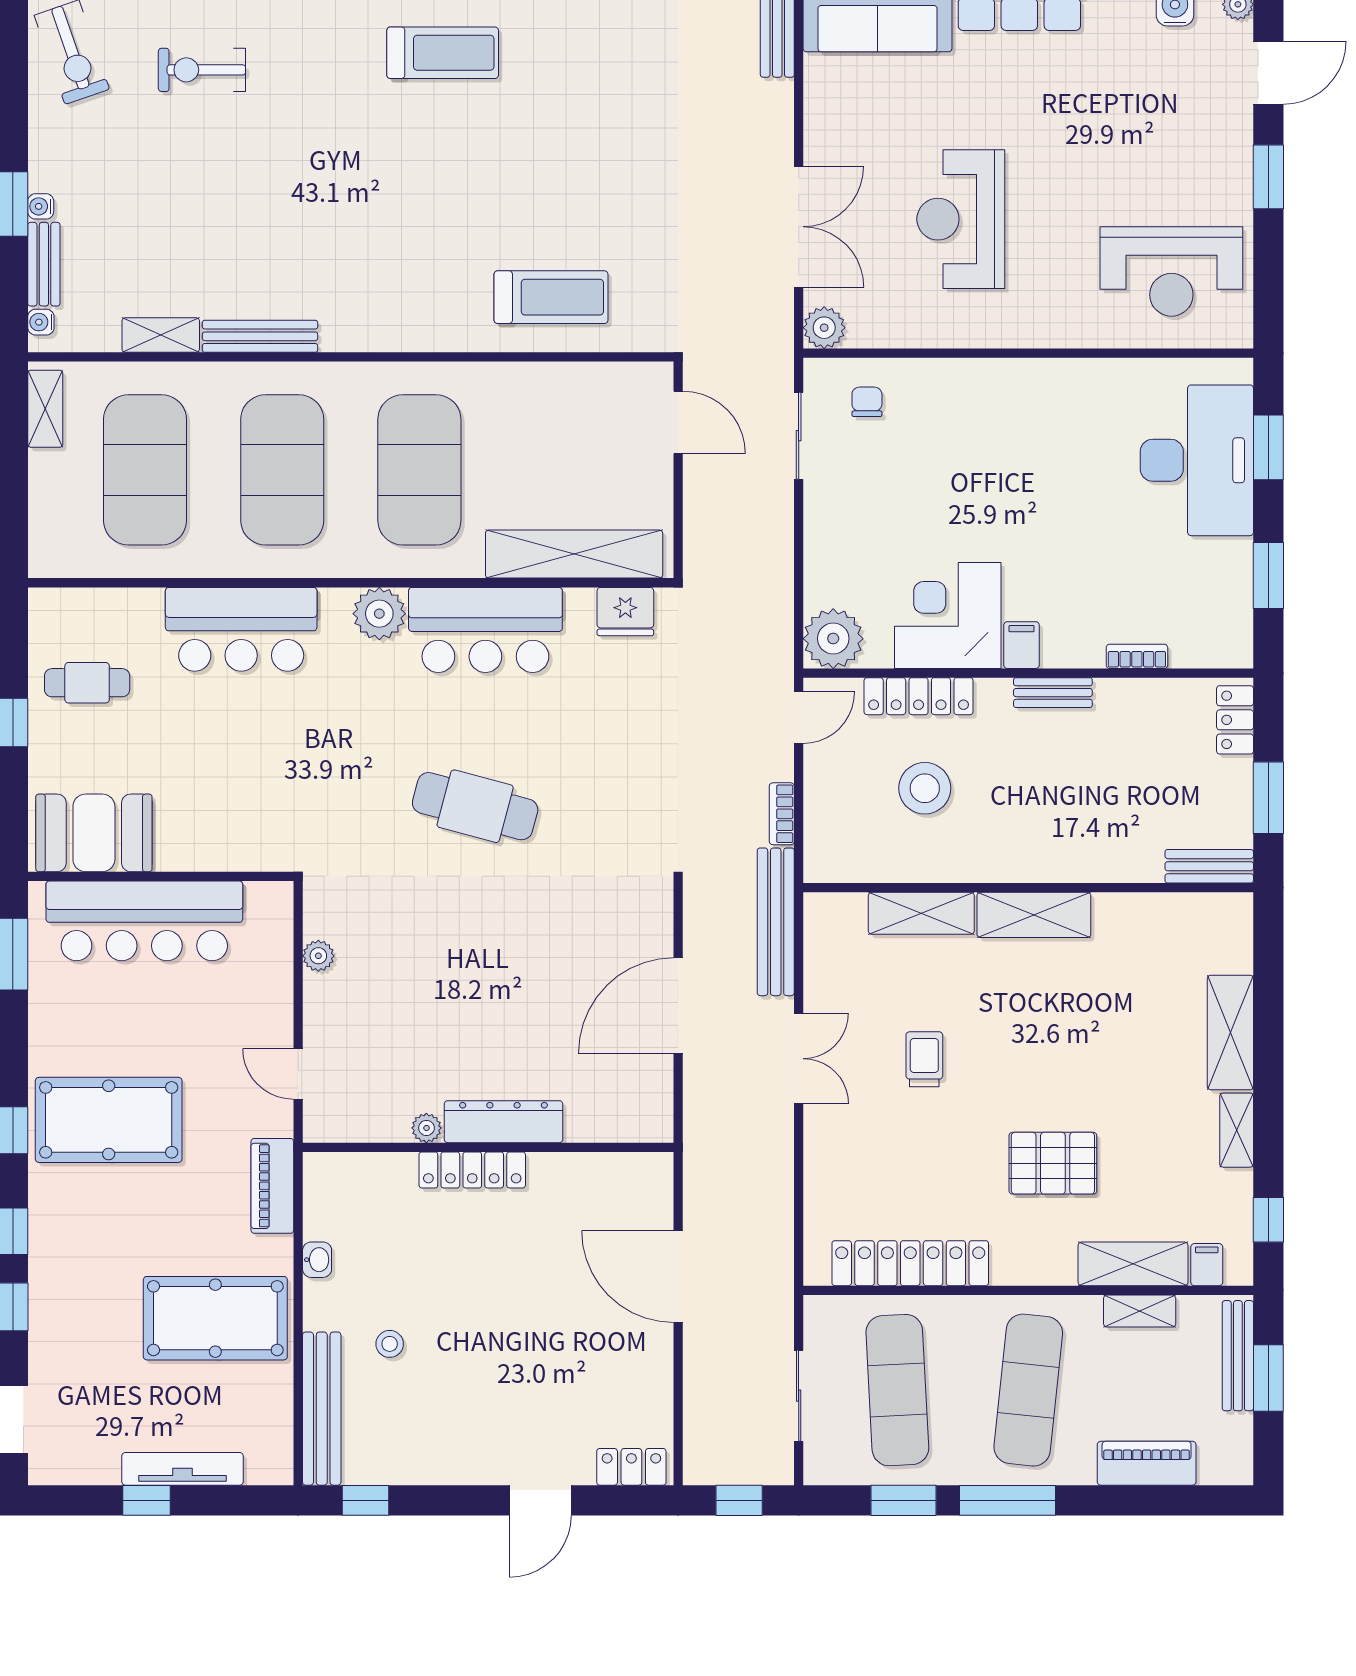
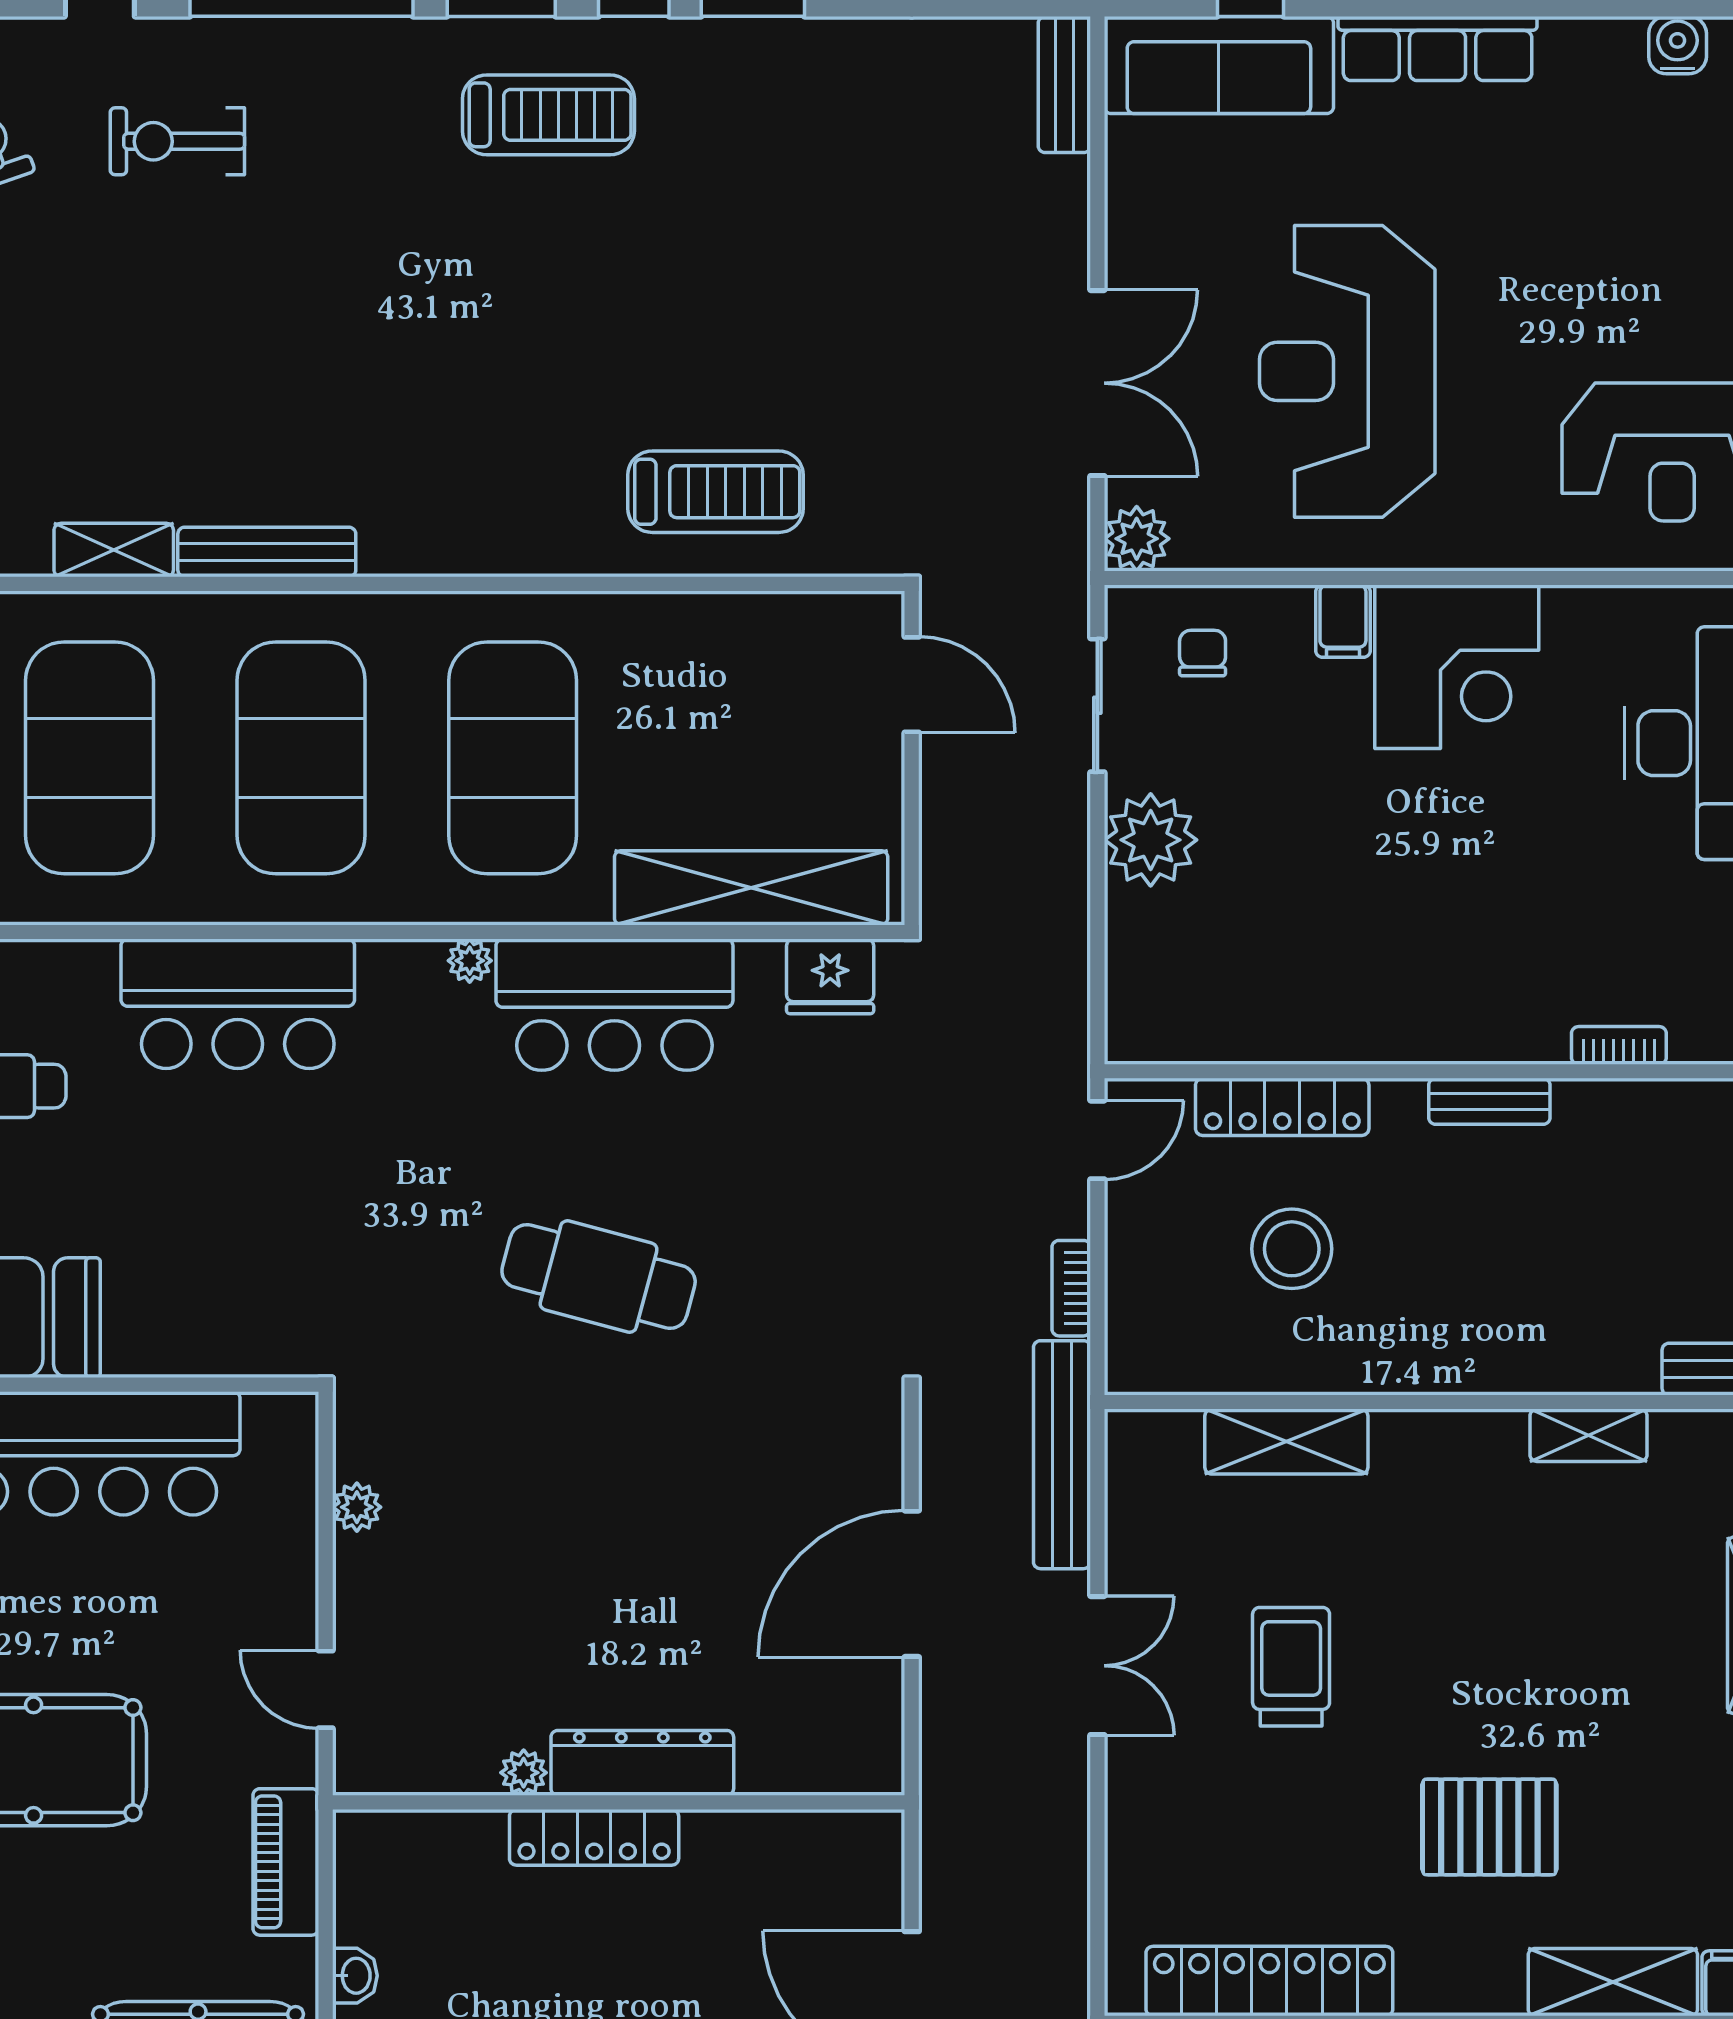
reception desk: (961, 219) -> (1347, 371), width x1.36, depth x1.30
plant: (379, 614) -> (470, 961), width x0.53, depth x0.53
corner desk: (948, 615) -> (1457, 667), moved, turned 180
plant: (833, 639) -> (1151, 840), moved
filing cabinet: (1022, 645) -> (1343, 621), moved, turned 180
shelving: (1034, 915) -> (1588, 1435), moved, width x0.67, depth x0.75
trolley: (924, 1059) -> (1291, 1667), width x1.36, depth x1.39

